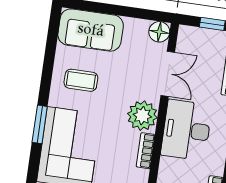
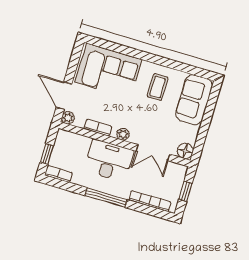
plant: (142, 116) -> (123, 134), width x0.53, depth x0.53
window: (40, 124) -> (129, 51), removed

